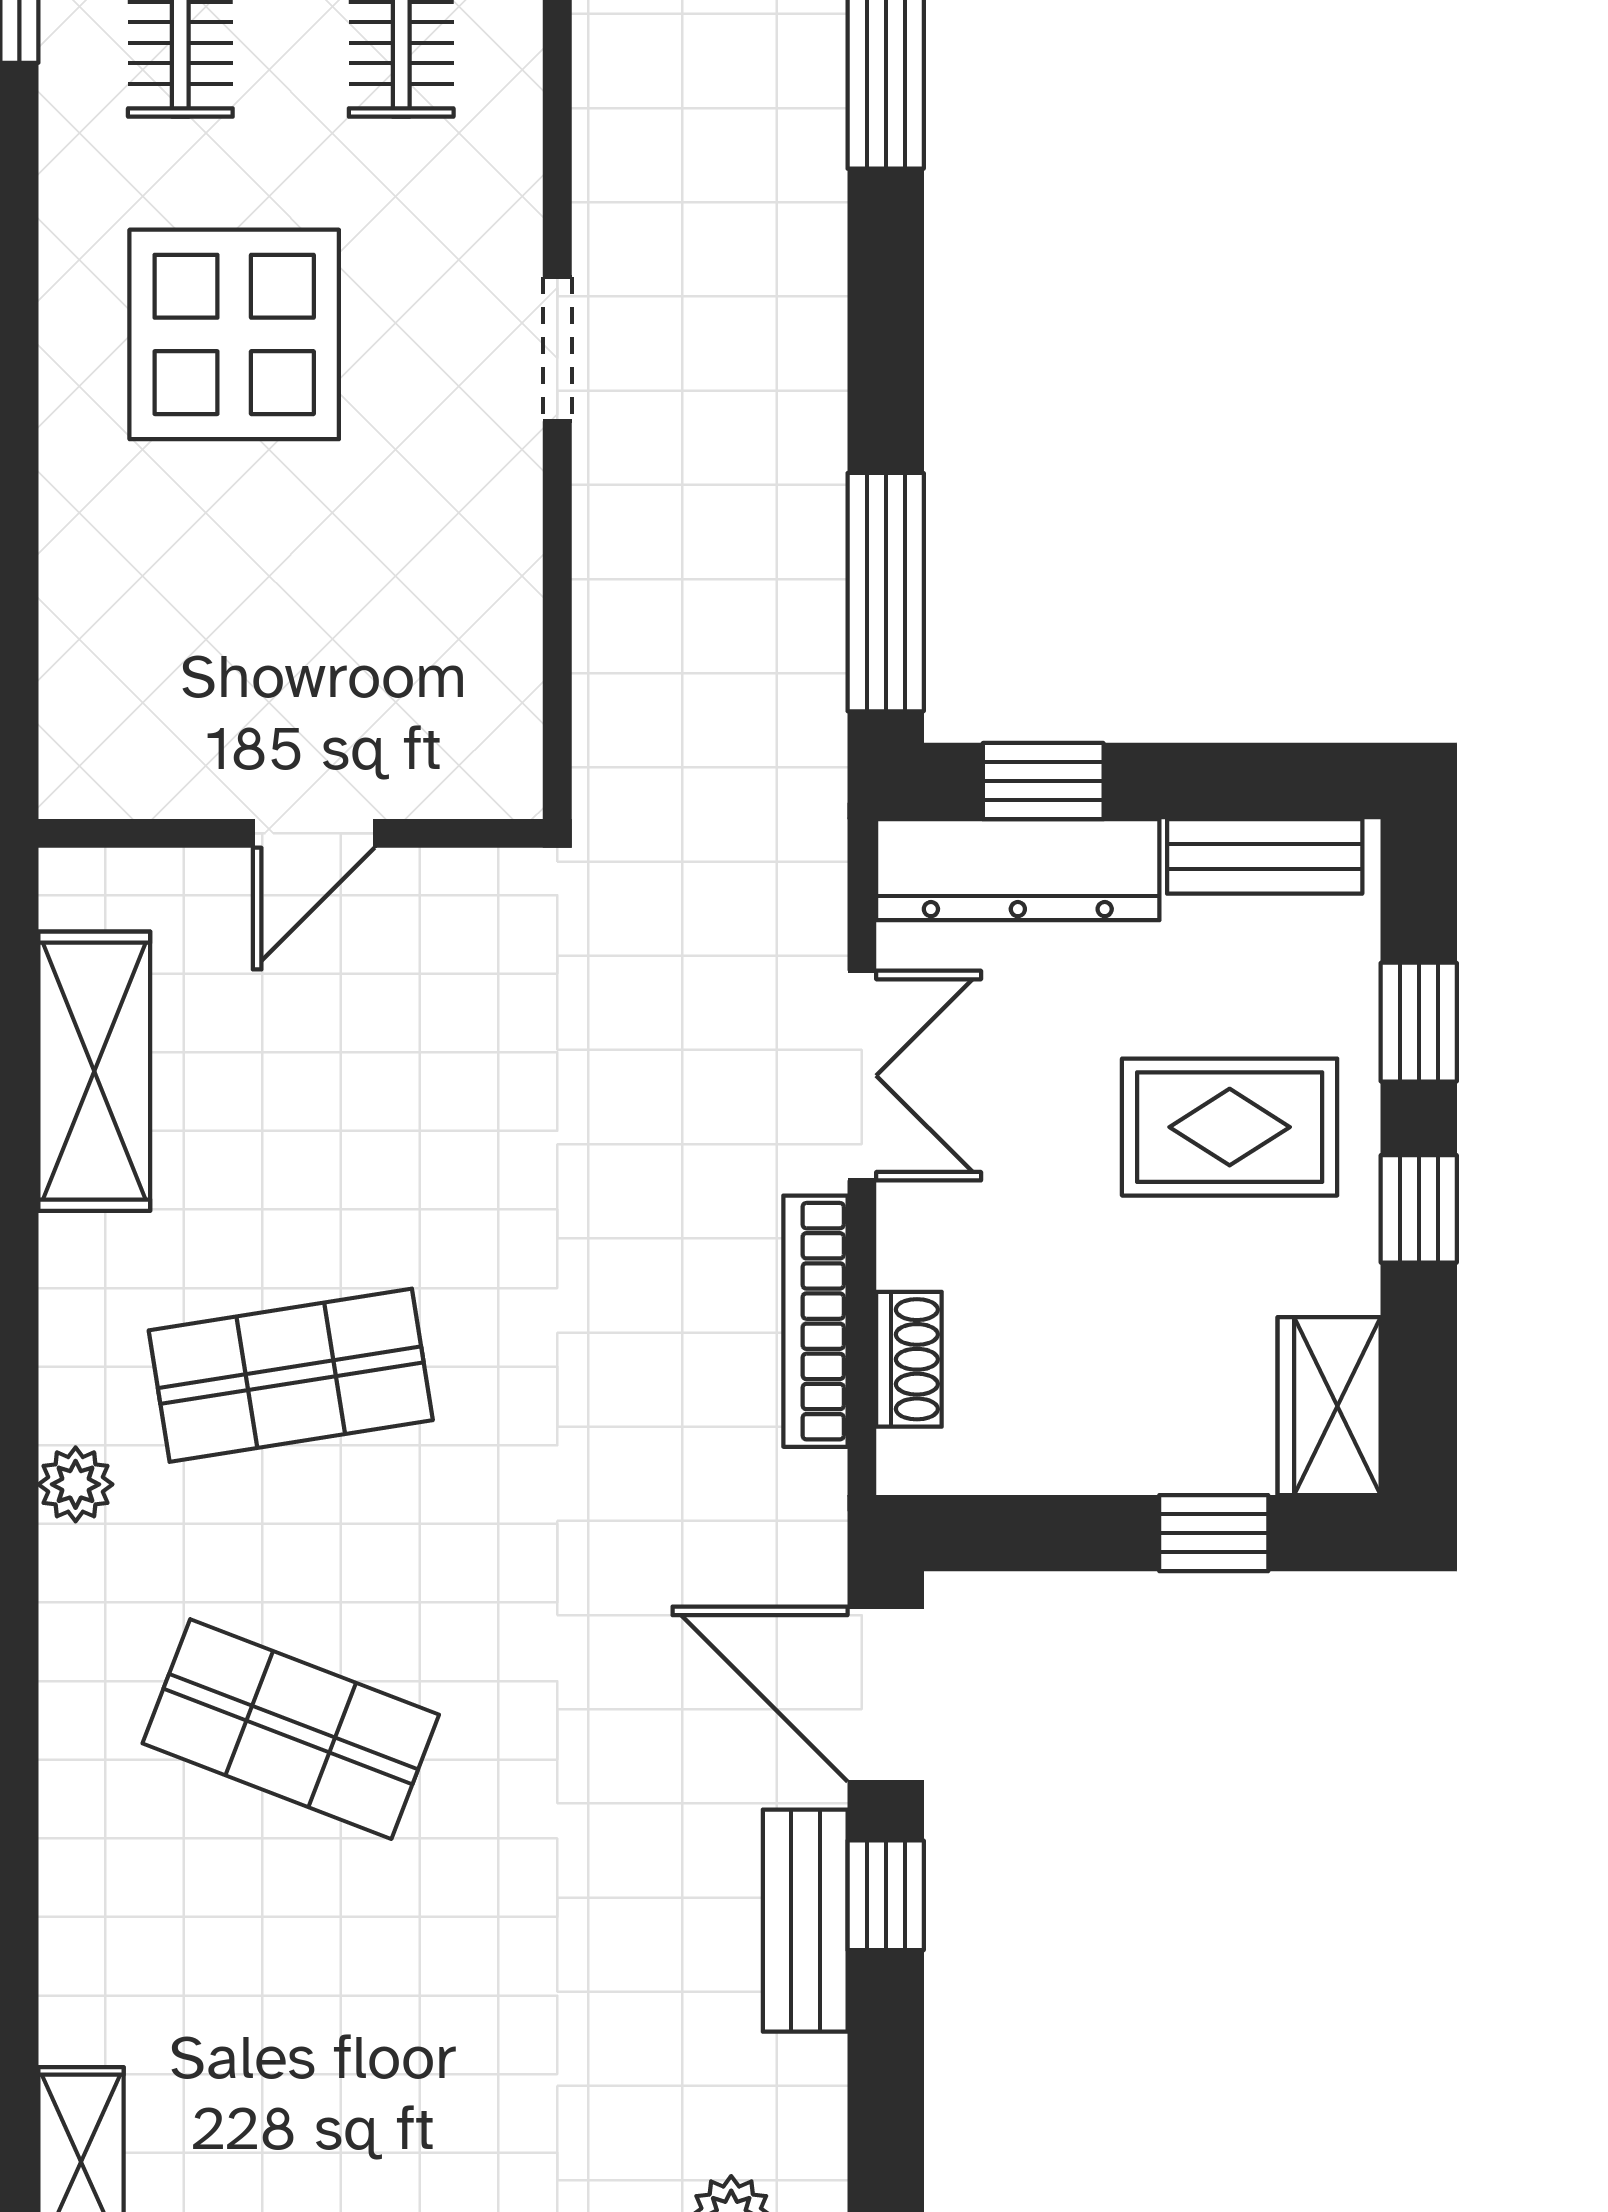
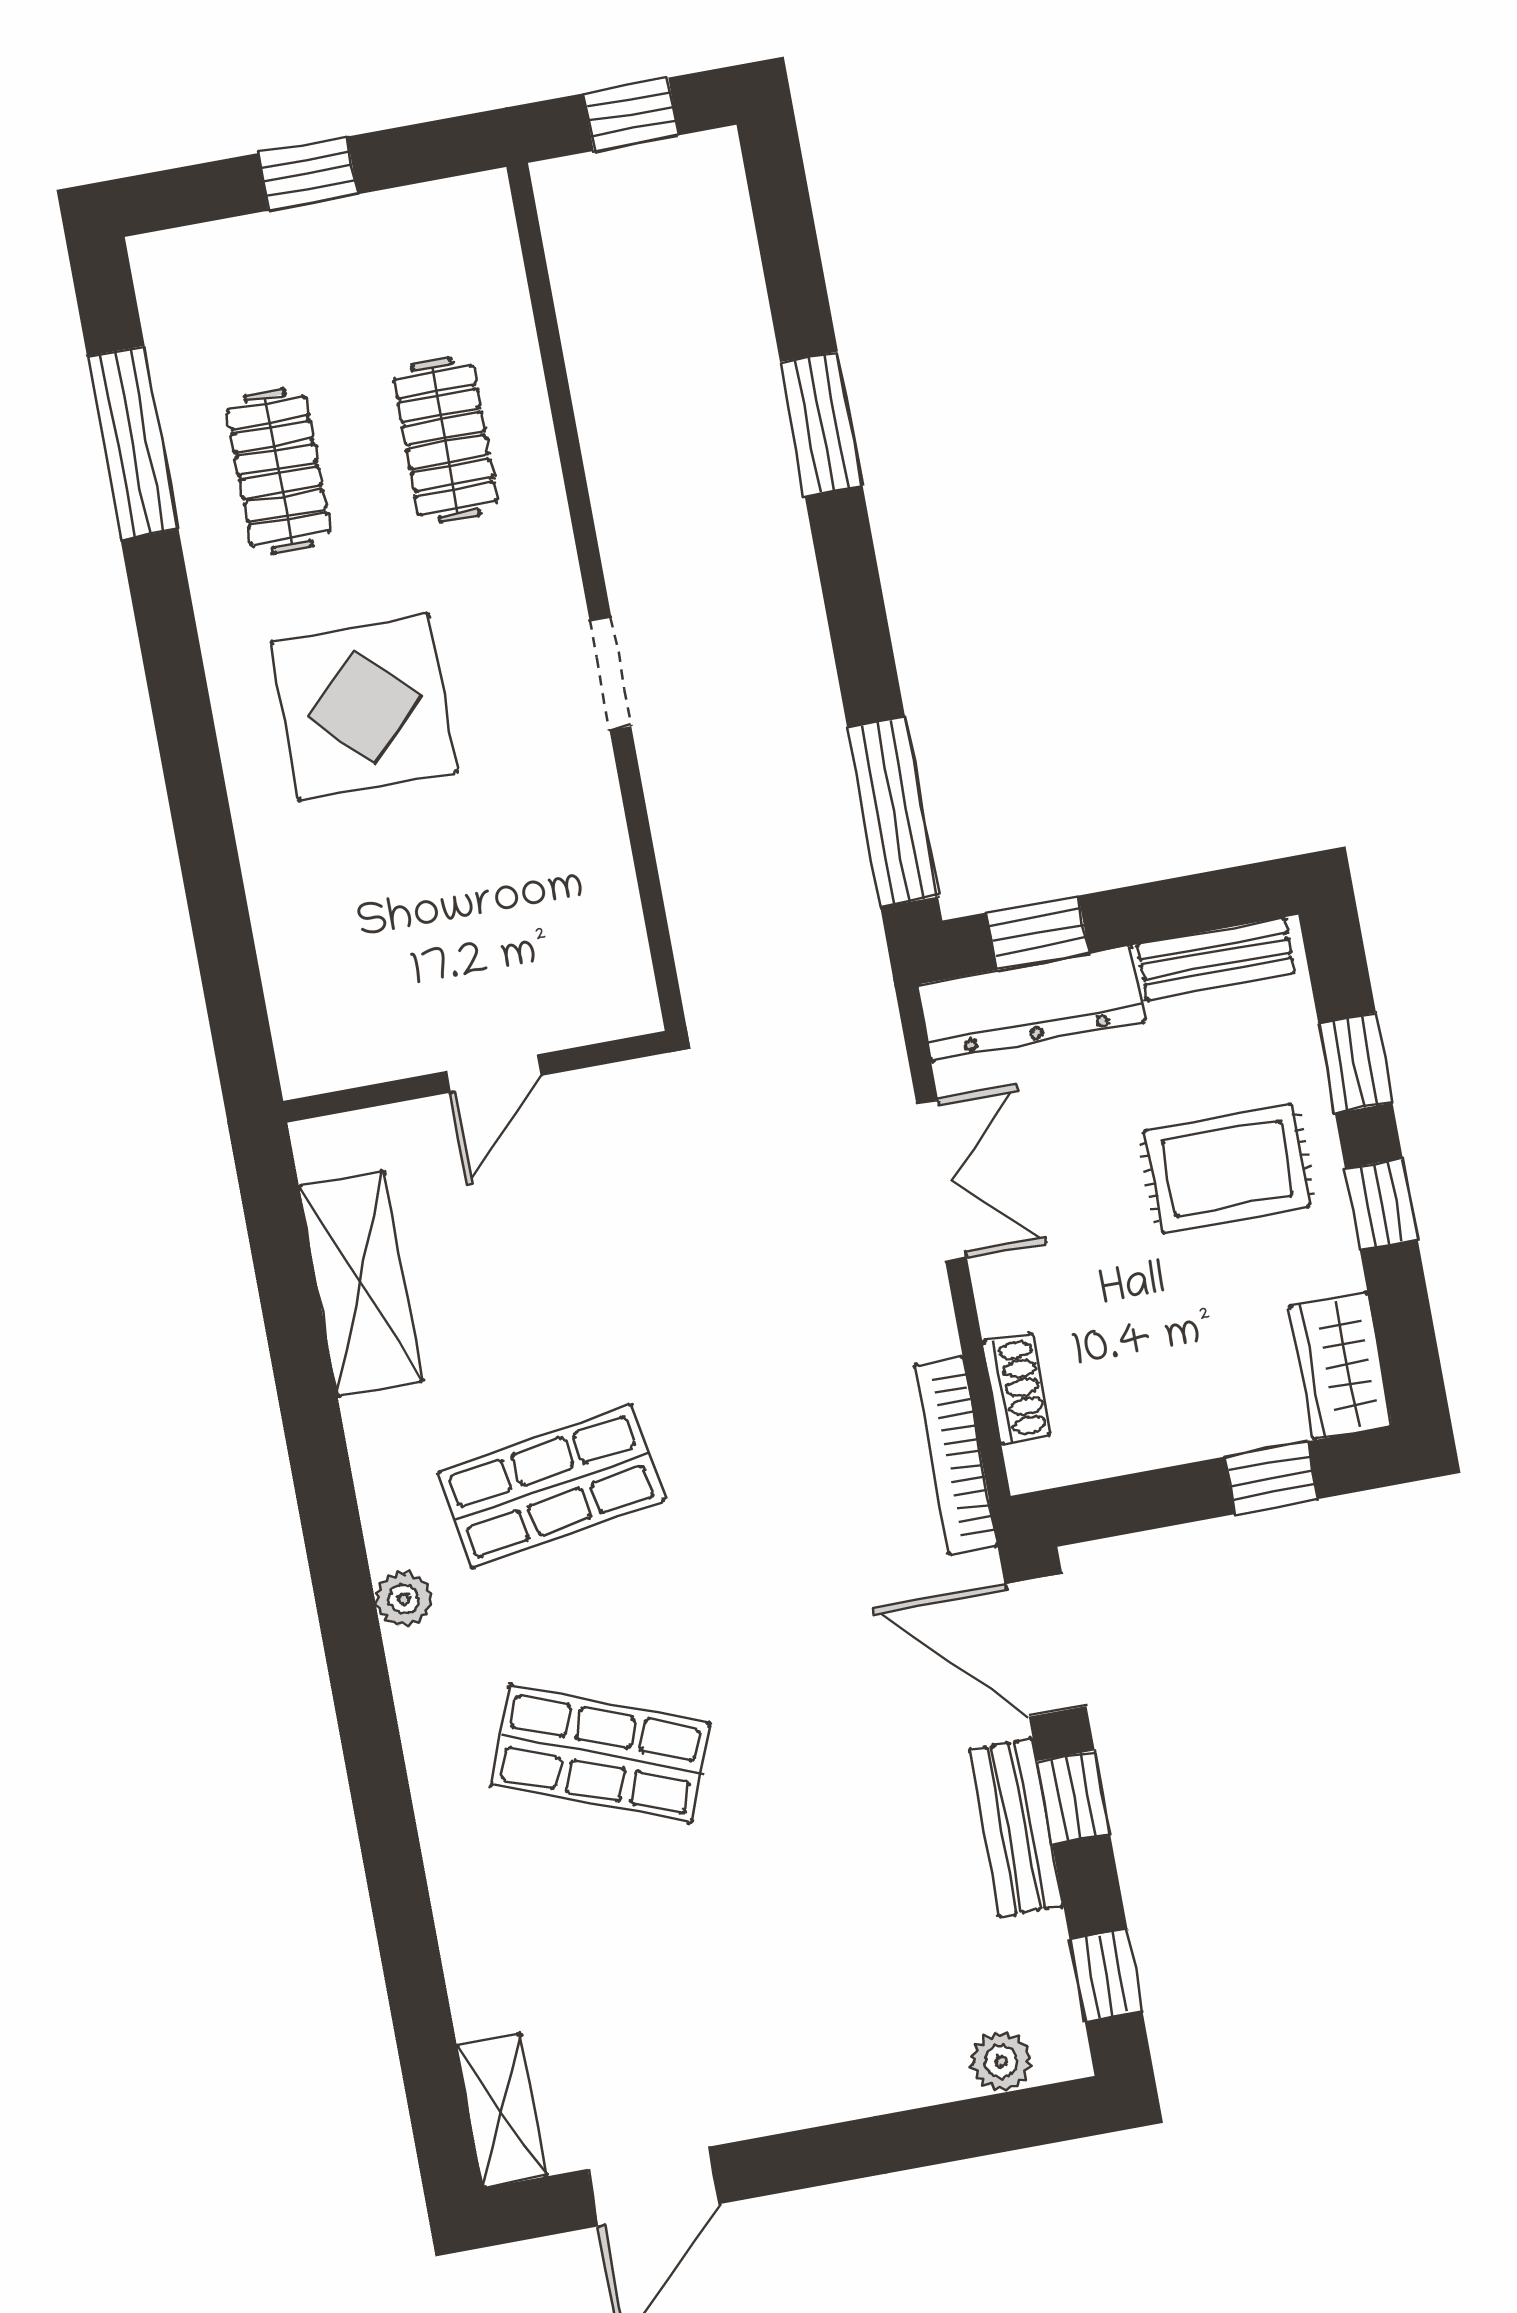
bookcase: (815, 1321) -> (956, 1455), moved
window: (886, 2131) -> (1106, 1975), added

